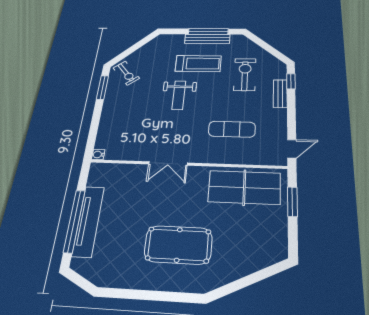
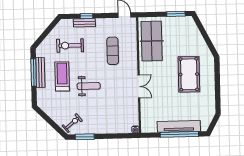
window: (291, 81) -> (87, 16), moved
window: (292, 202) -> (176, 14), moved

